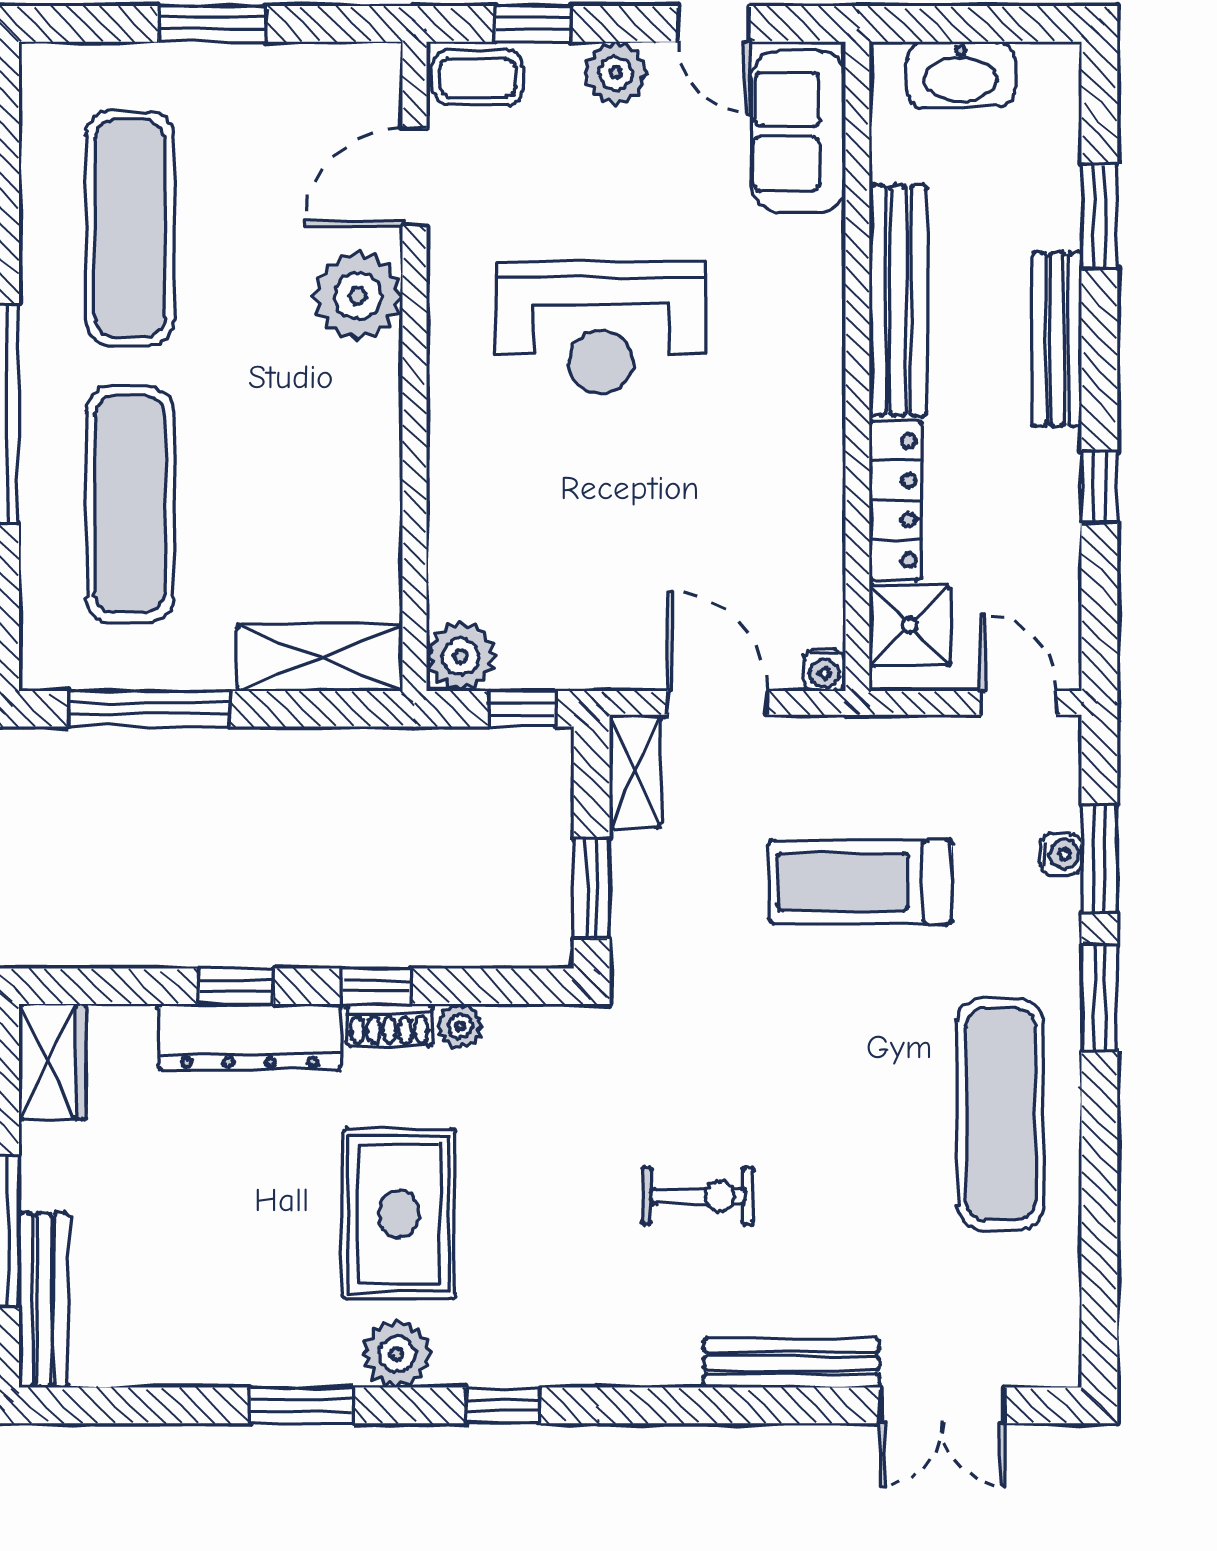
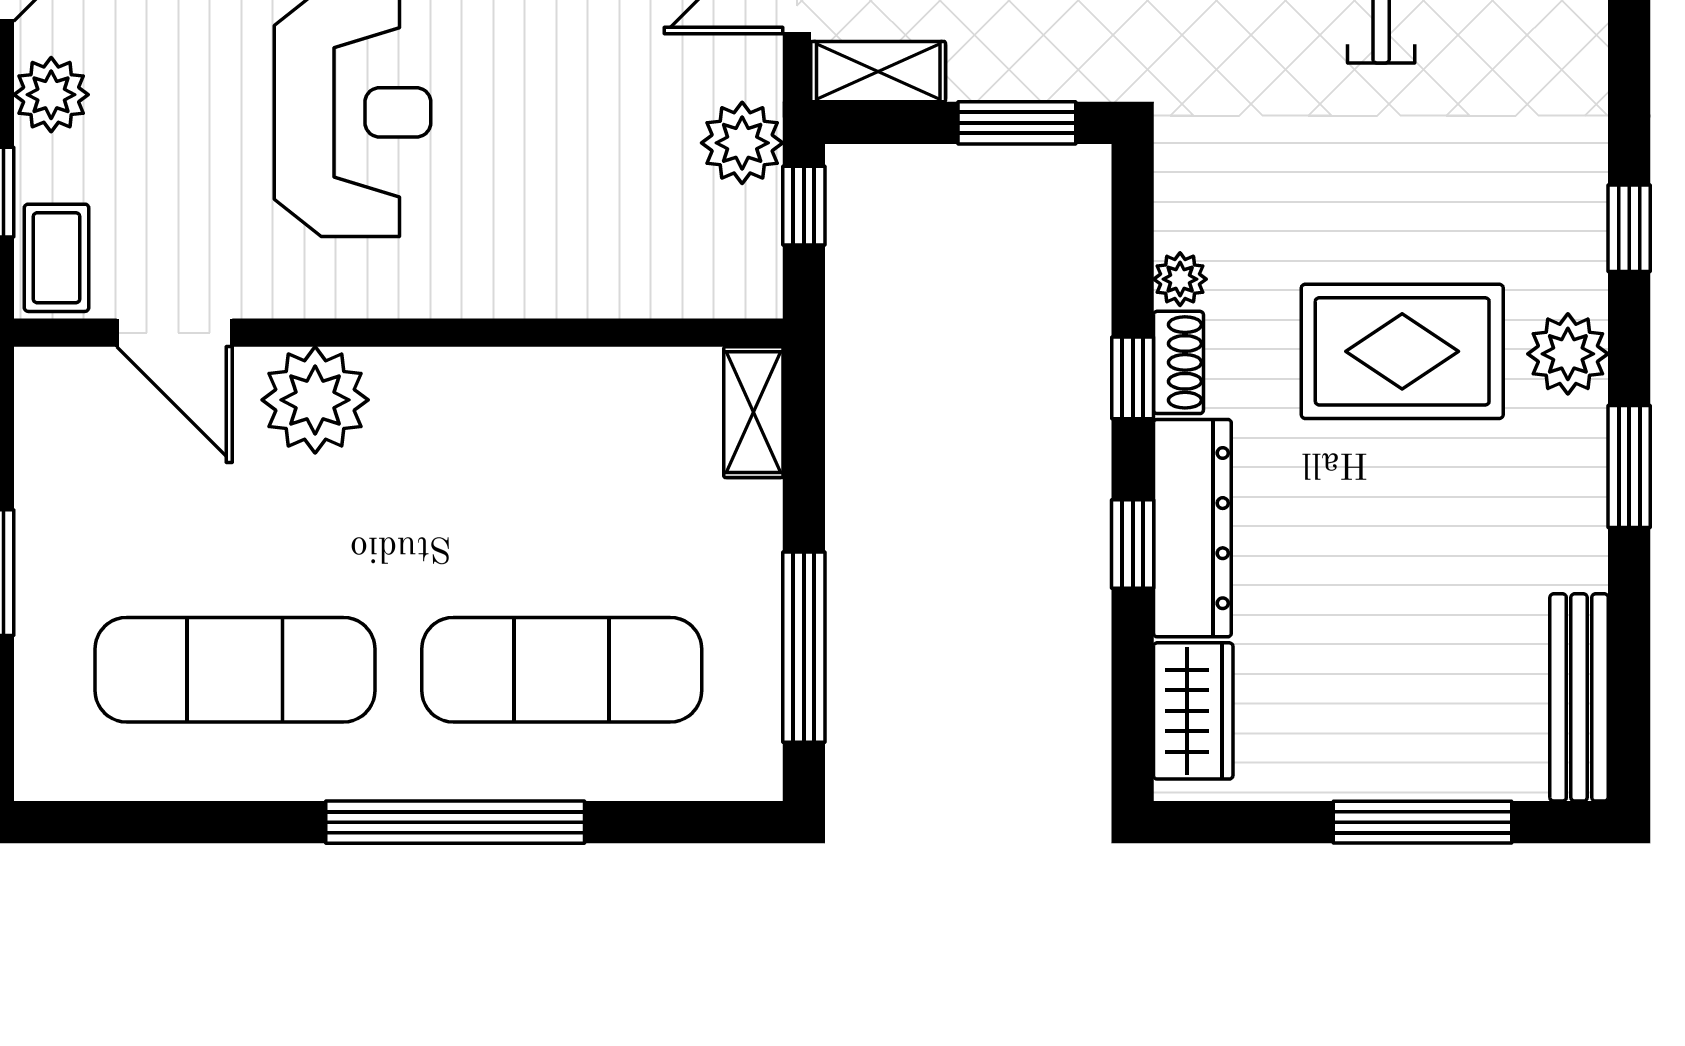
plant: (461, 657) -> (742, 143), moved
shelving: (320, 658) -> (753, 412), width x0.67, depth x0.75
wardrobe: (52, 1062) -> (1193, 711), moved, turned 90
bench: (43, 1300) -> (1579, 697), moved, turned 90

